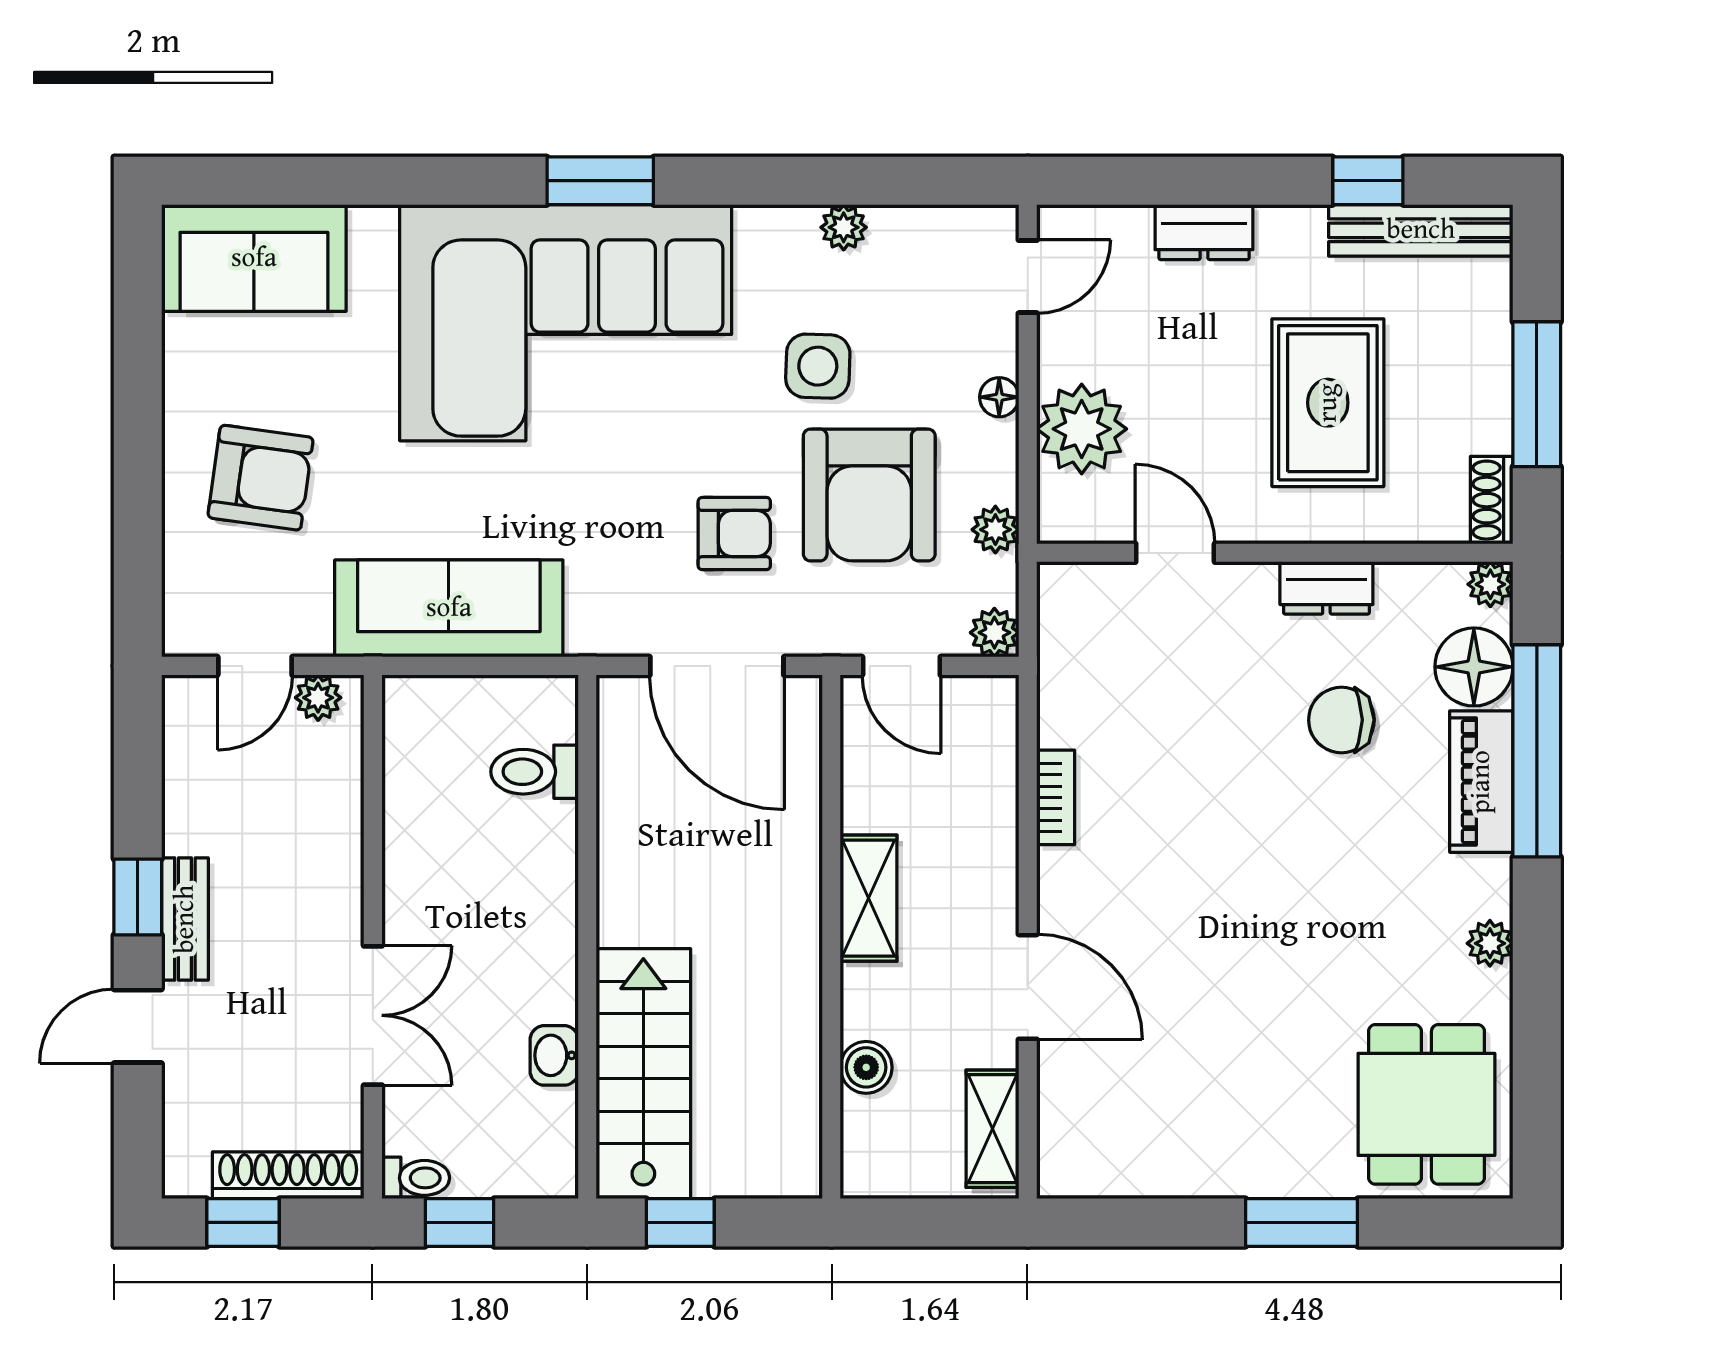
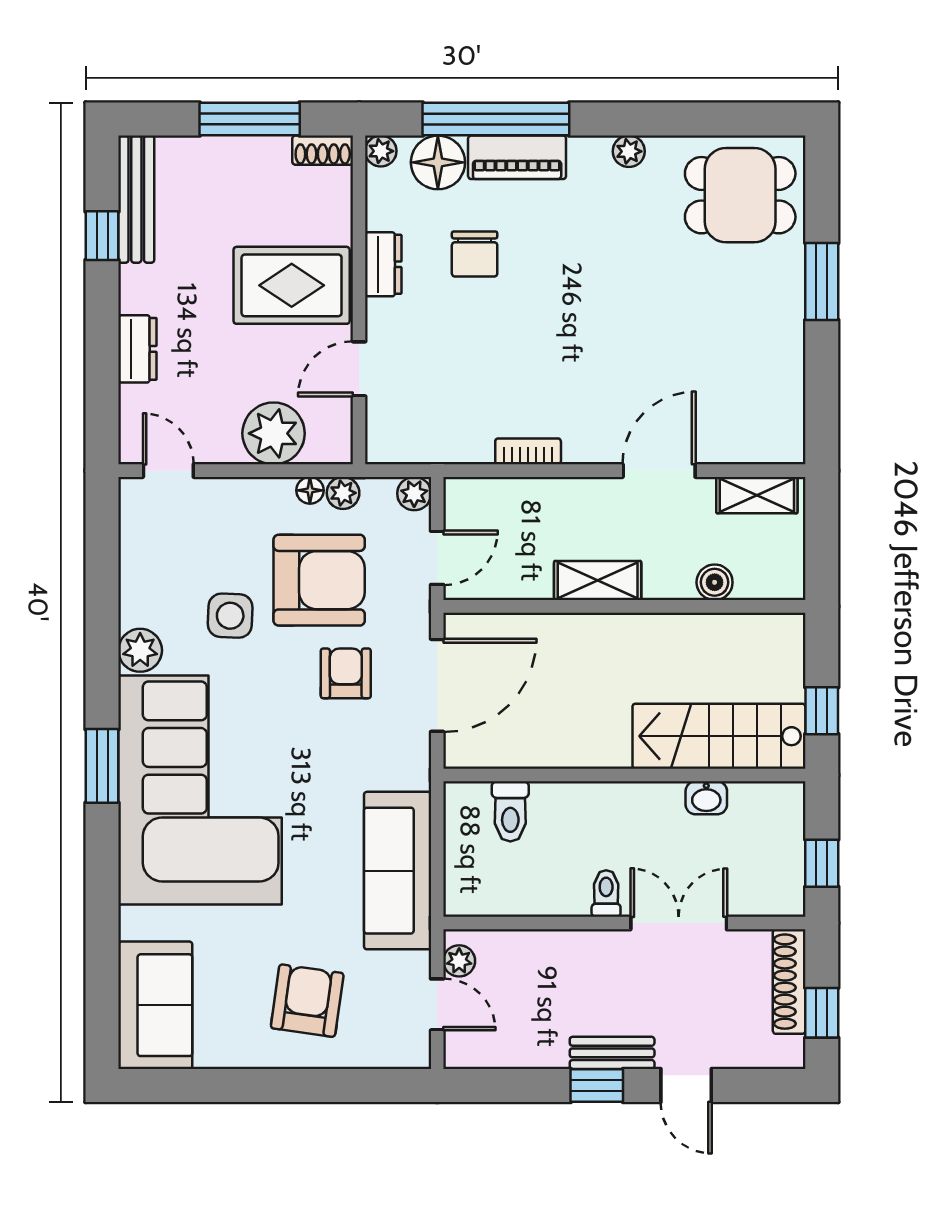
plant: (844, 227) -> (140, 650), moved, width x1.38, depth x1.38
floor lamp: (999, 397) -> (310, 490), moved
rug: (1328, 403) -> (292, 285), moved
toilet: (416, 1178) -> (606, 893), moved

